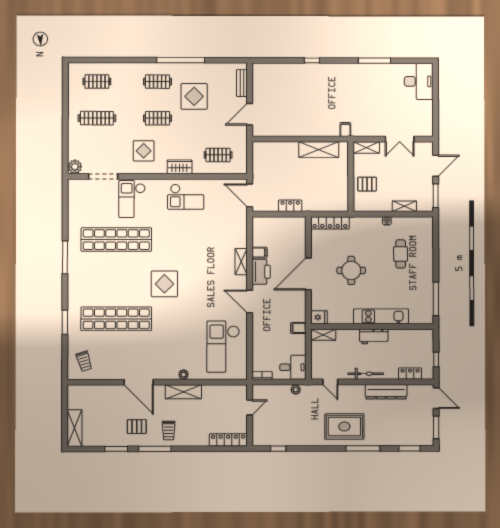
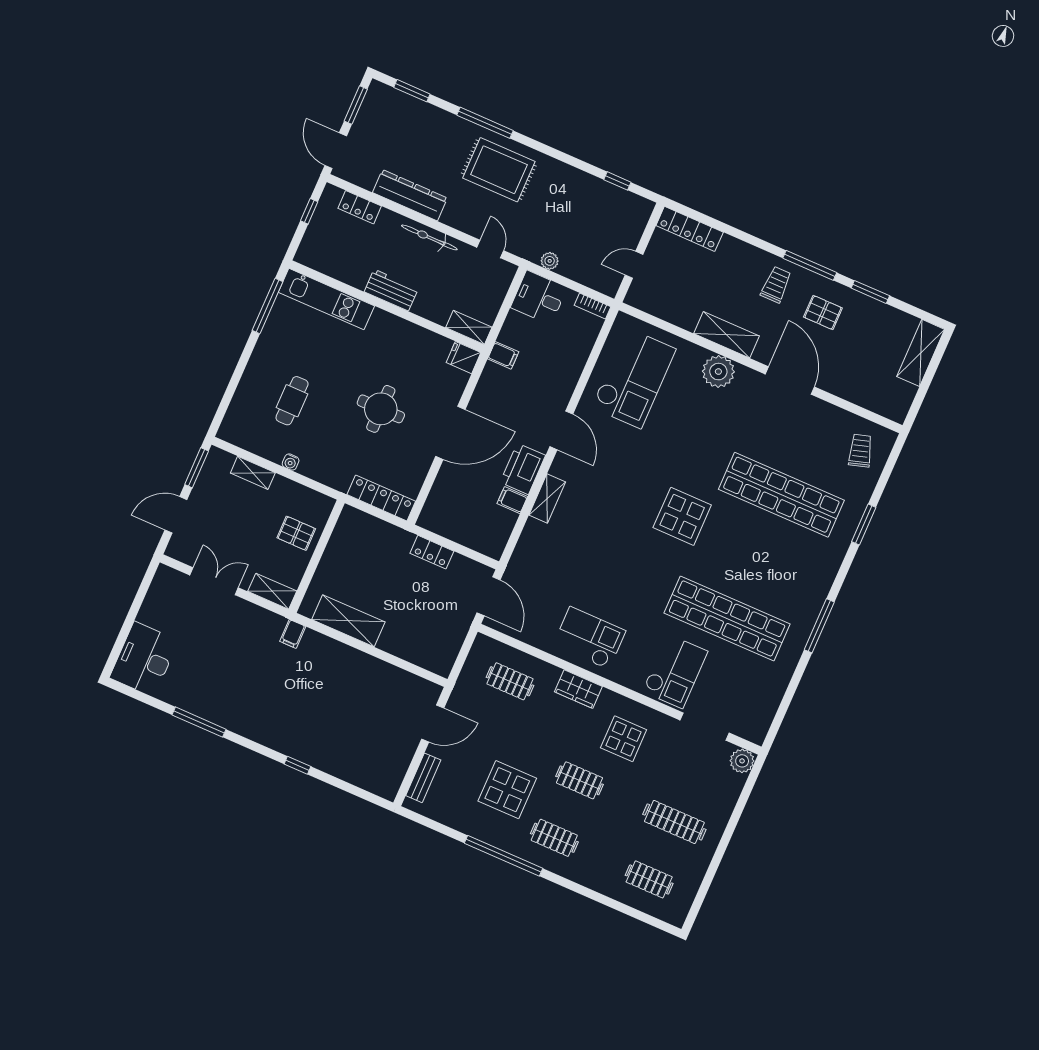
kitchen unit: (381, 316) -> (326, 299), moved
plant: (184, 375) -> (718, 372), width x1.88, depth x1.88

